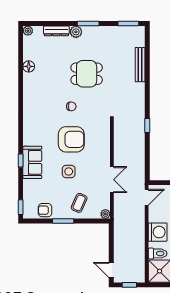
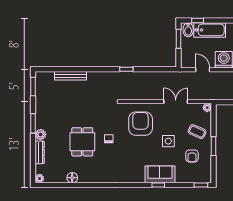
dining table: (87, 74) -> (82, 142), moved
armchair: (71, 139) -> (141, 124), moved
door: (147, 197) -> (203, 70), moved
armchair: (45, 210) -> (192, 156), moved

